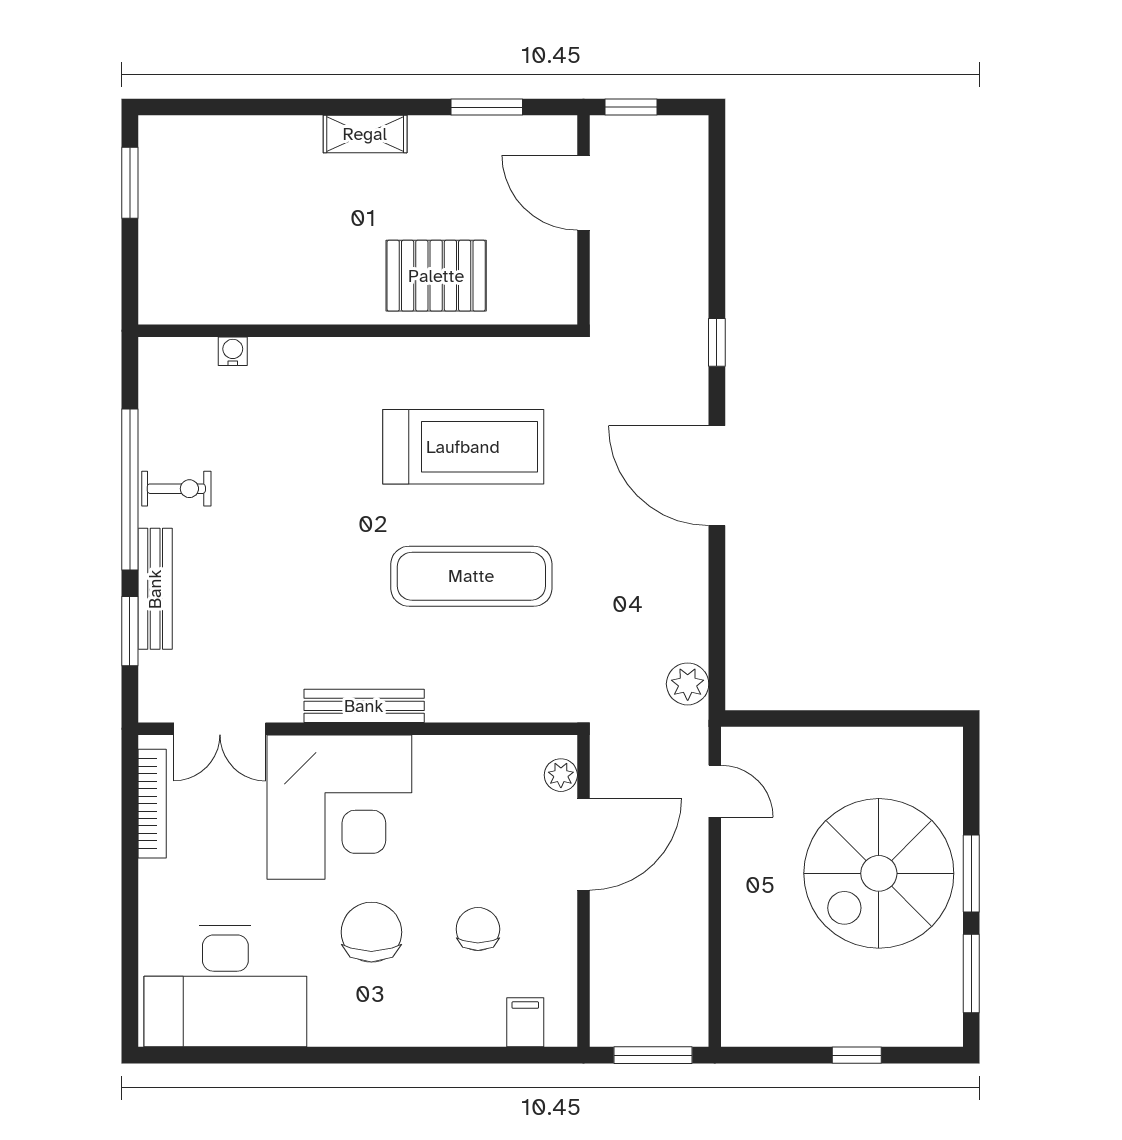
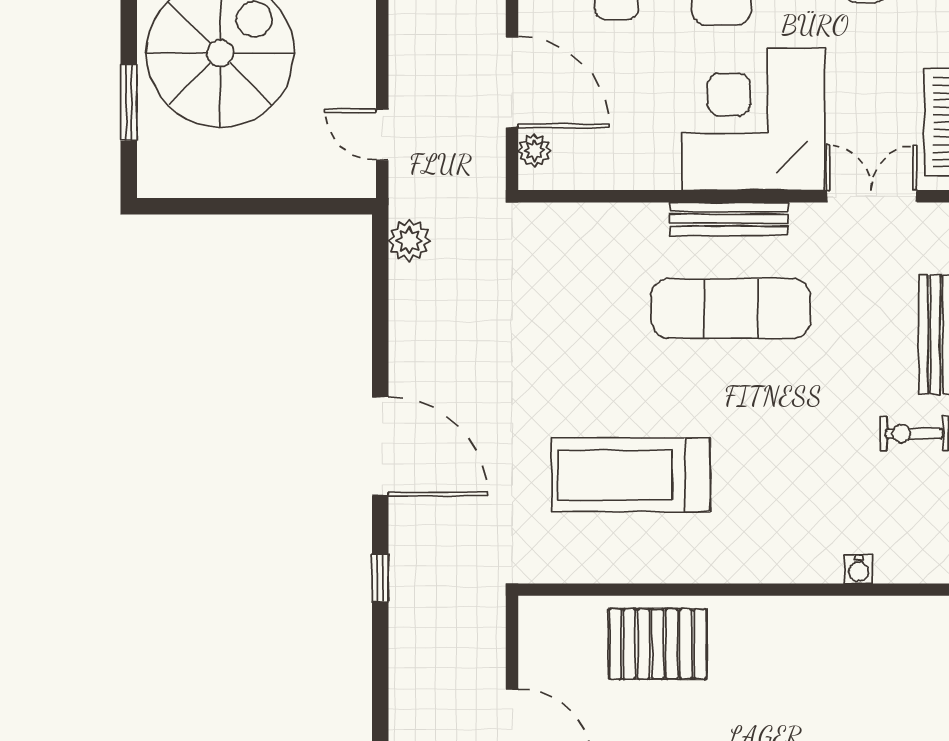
exercise mat: (471, 576) -> (731, 309), moved
door: (583, 844) -> (512, 82), swing flipped
window: (971, 874) -> (129, 103), moved

